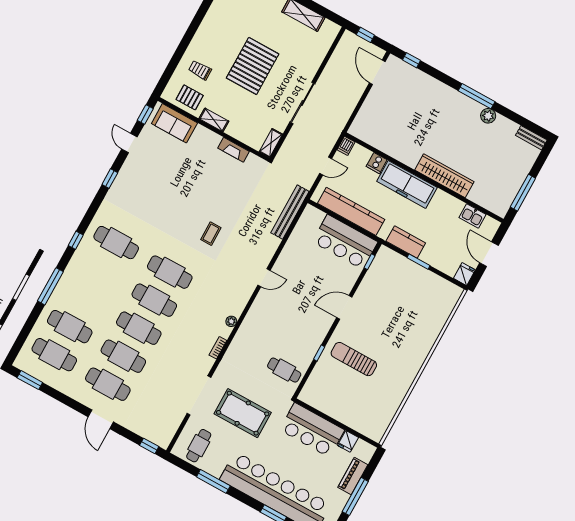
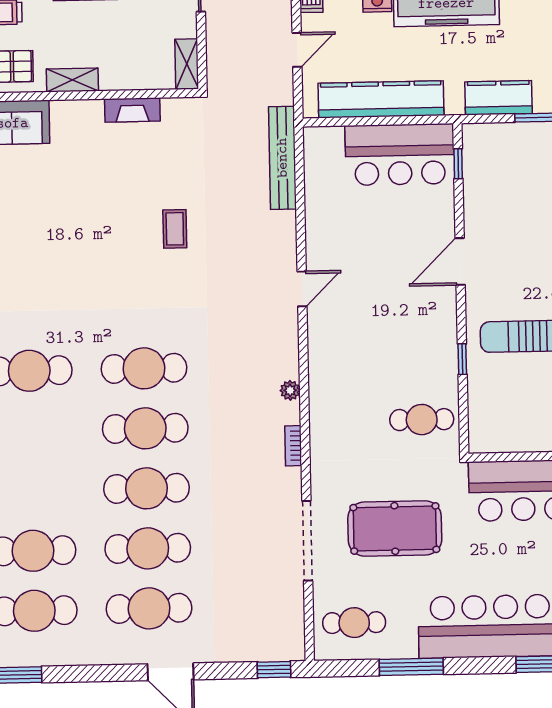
coffee table: (211, 234) -> (175, 229), moved
cafe table: (199, 446) -> (354, 623), turned 90

